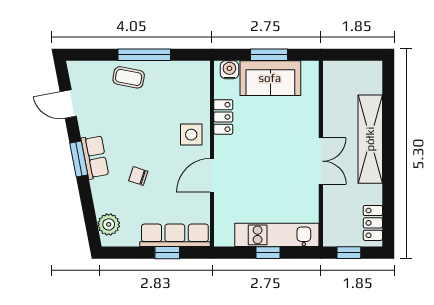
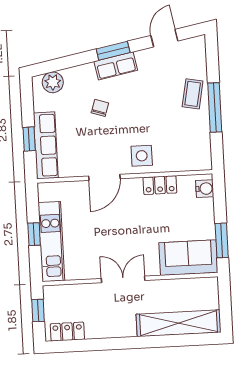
window: (269, 55) -> (222, 240), moved
sofa: (270, 78) -> (188, 258), moved, turned 90
shelving: (370, 139) -> (179, 323), moved
double door: (321, 161) -> (123, 279), swing flipped
door: (212, 175) -> (104, 177), swing flipped

